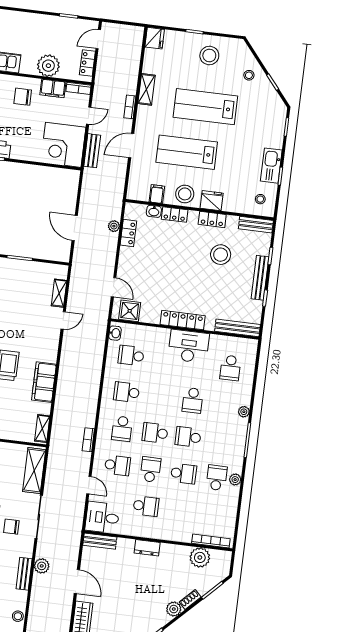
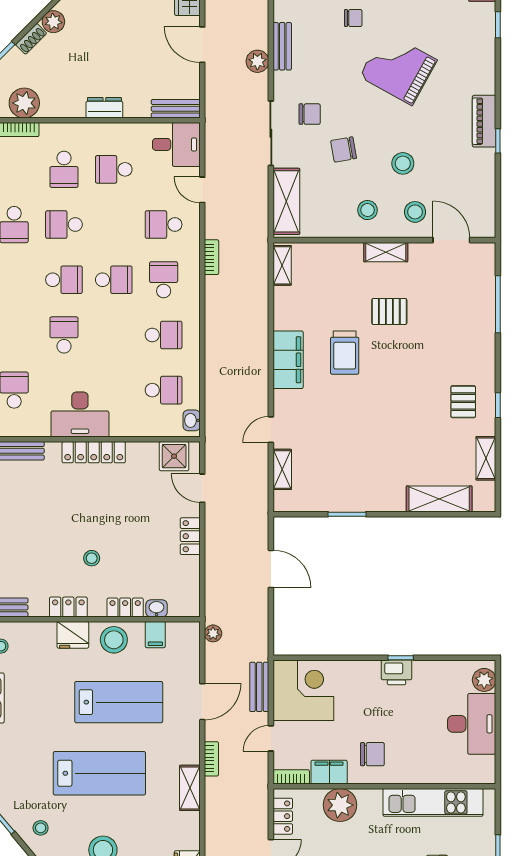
plant: (114, 226) -> (213, 633), moved
locker: (128, 233) -> (190, 536), moved
stool: (221, 255) -> (92, 558), moved, width x0.53, depth x0.53
filing cabinet: (44, 382) -> (288, 360), moved
school desk: (151, 469) -> (64, 169), moved

